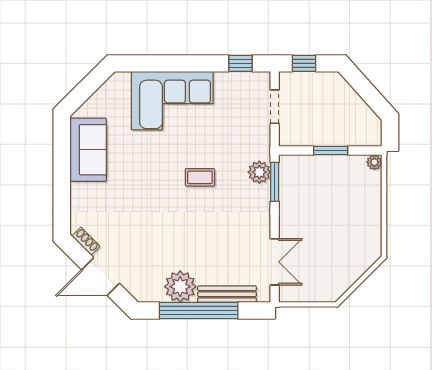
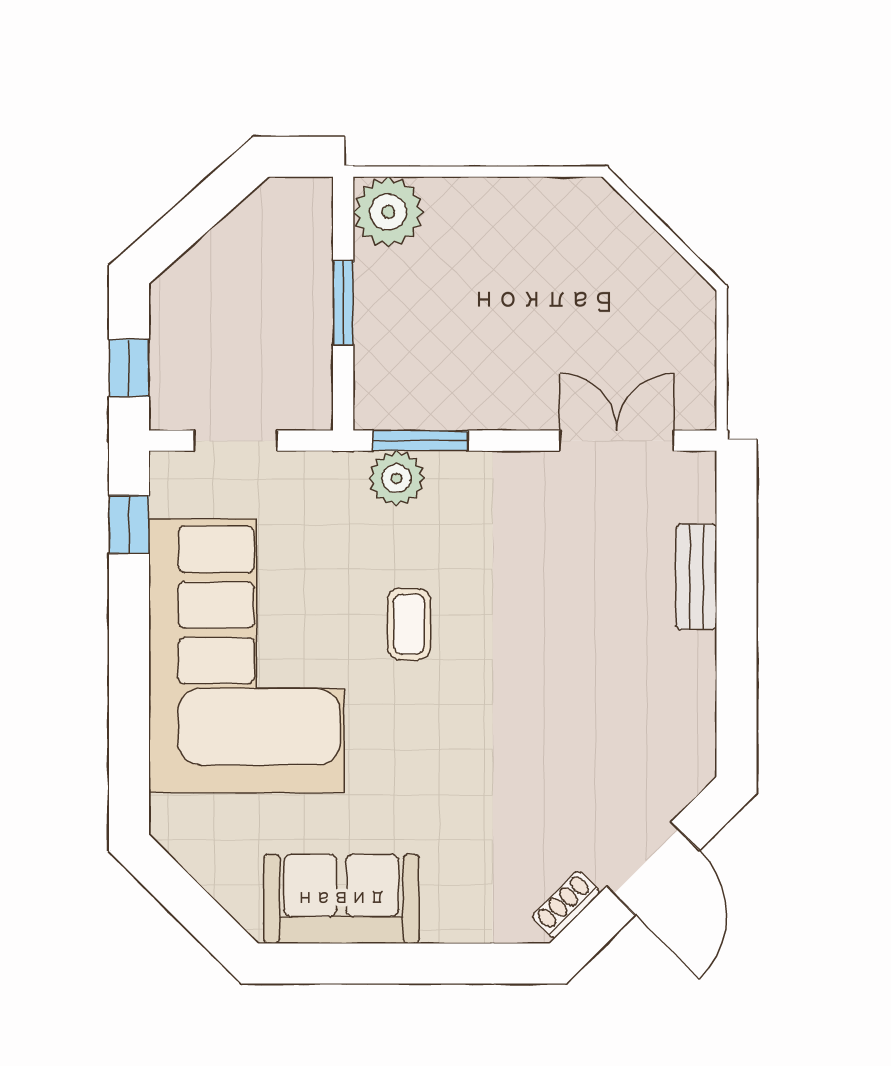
corner sofa: (172, 101) -> (246, 656), width x1.36, depth x1.36
plant: (374, 162) -> (388, 212), width x1.87, depth x1.87
plant: (180, 287) -> (678, 673), removed
bench: (227, 294) -> (696, 577), width x0.73
window: (199, 311) -> (737, 627), removed

